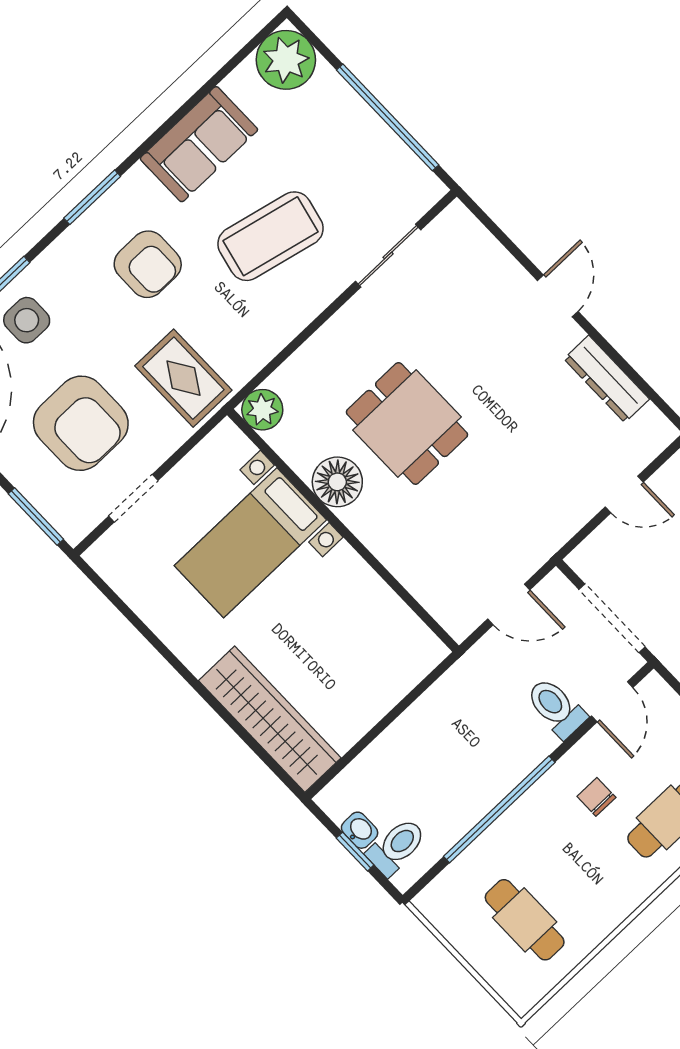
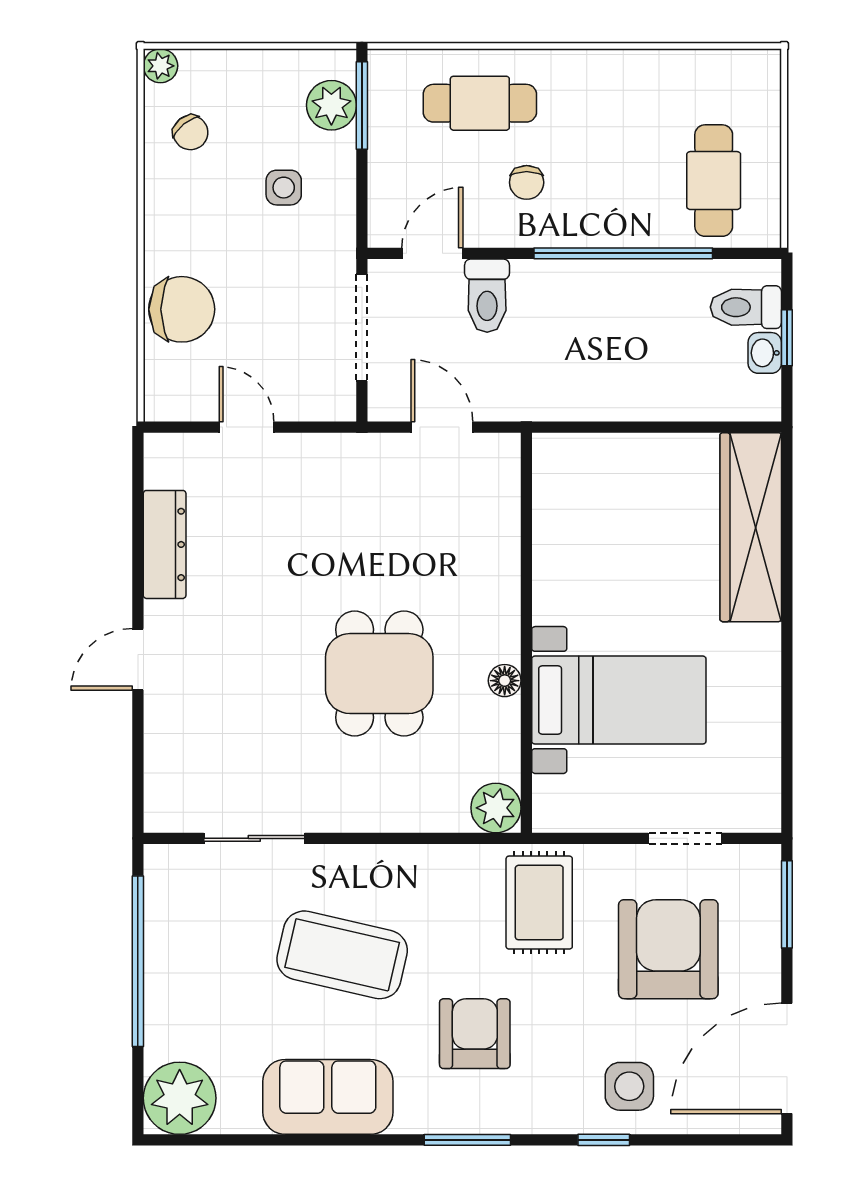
floor lamp: (337, 482) -> (505, 681), width x0.53, depth x0.53
cafe table: (525, 920) -> (714, 181), moved

